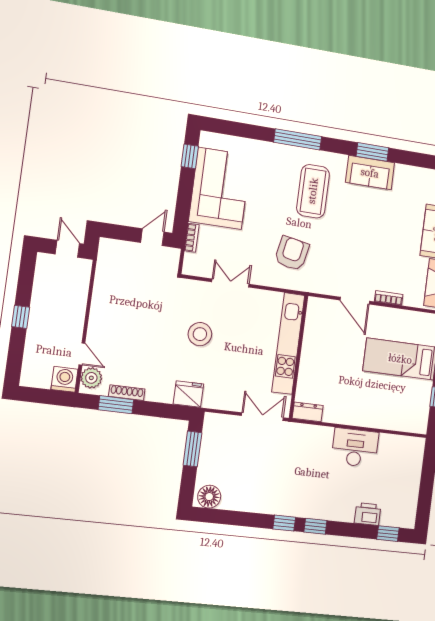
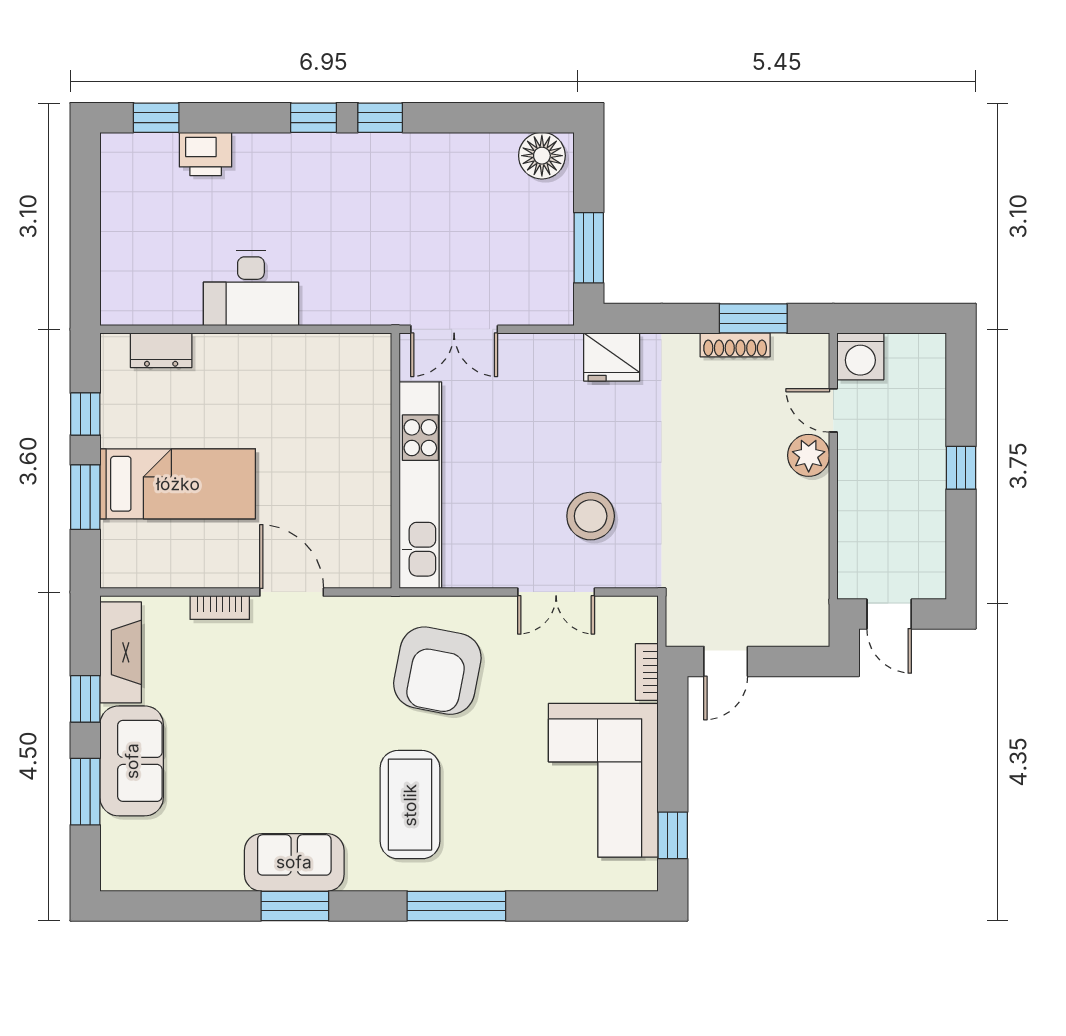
armchair: (292, 253) -> (437, 671), width x1.36, depth x1.36
stool: (200, 334) -> (591, 516), moved
plant: (91, 378) -> (809, 455), moved
dresser: (308, 412) -> (161, 350), moved

